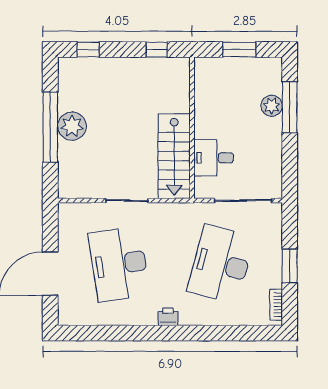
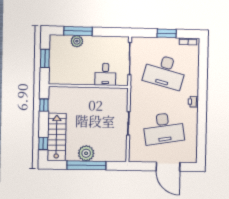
stairs: (174, 156) -> (57, 137), moved, turned -90

